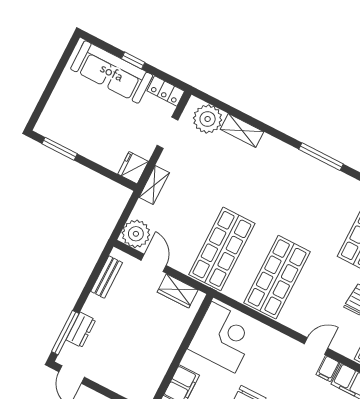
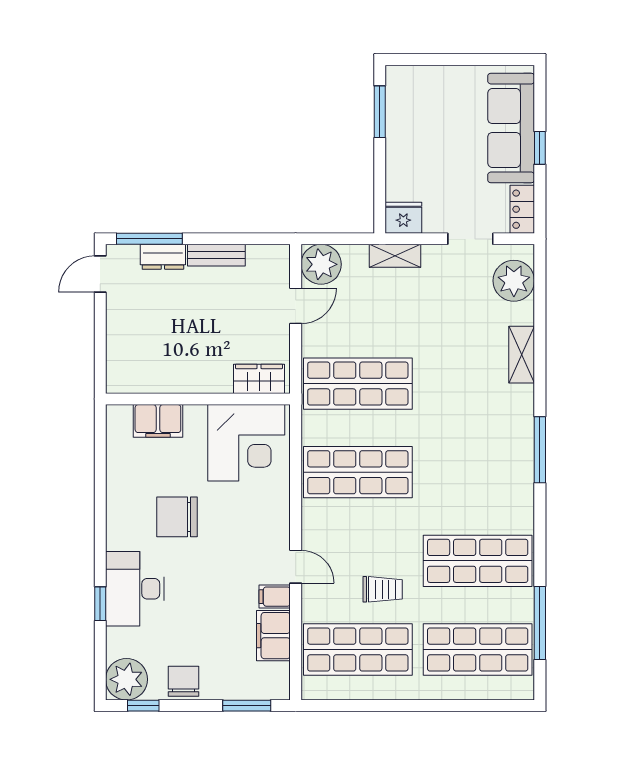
shelving: (242, 130) -> (522, 355), moved
bench: (107, 277) -> (216, 255), moved
wardrobe: (178, 291) -> (259, 379), moved, turned 90

